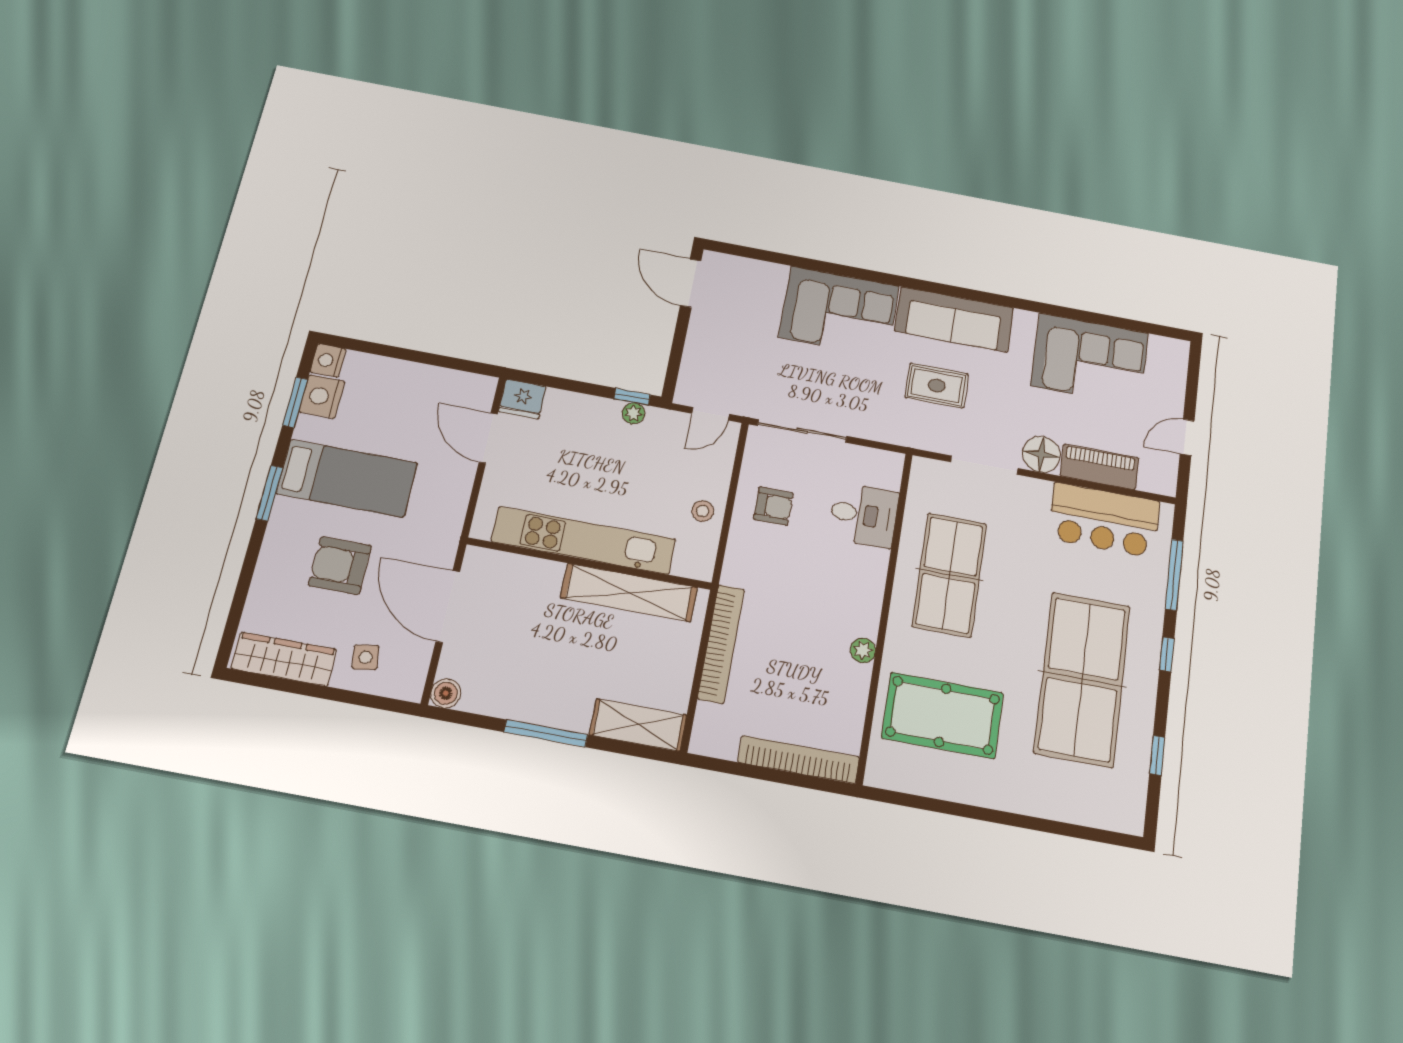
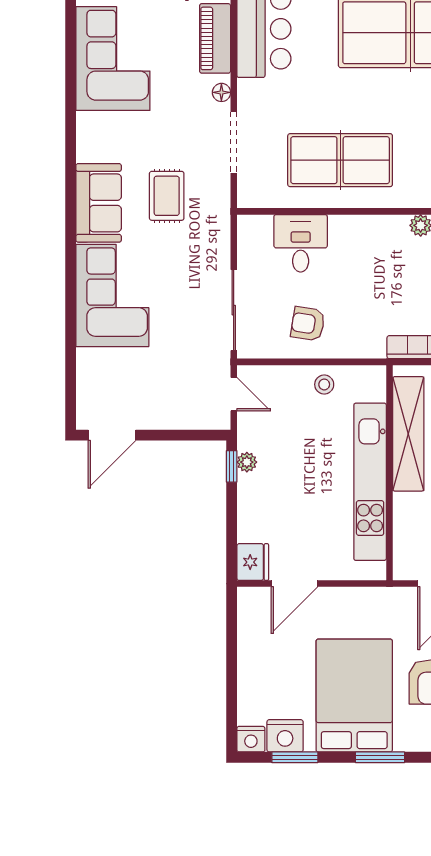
sofa: (954, 319) -> (99, 203), width x0.73
floor lamp: (1041, 454) -> (221, 92), width x0.53, depth x0.53
bed: (347, 478) -> (354, 696), width x1.50
armchair: (773, 506) -> (308, 324), turned -81

